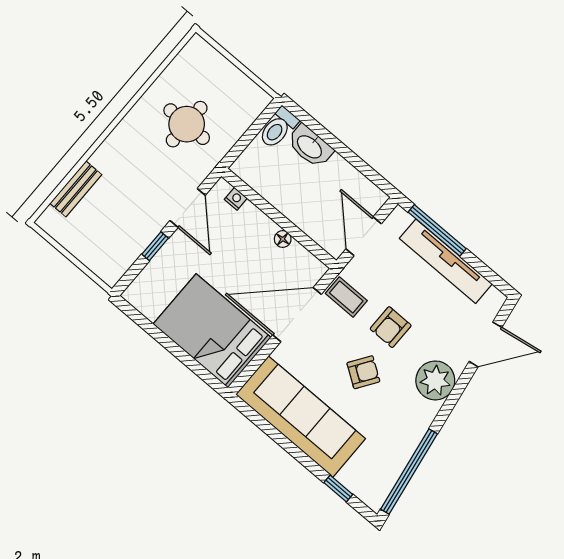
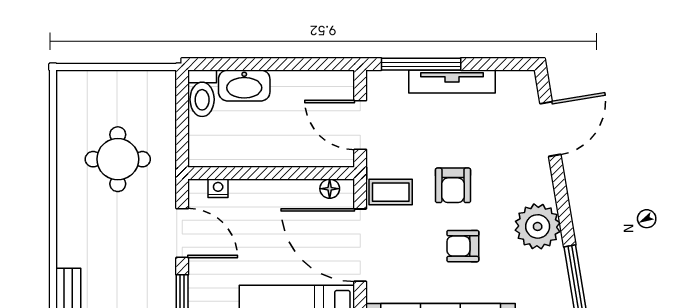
floor lamp: (283, 239) -> (330, 189), moved
tv unit: (446, 261) -> (452, 82), width x0.73, depth x0.78
door: (297, 315) -> (360, 245), hinge flipped
armchair: (363, 372) -> (463, 246), turned -124
plant: (435, 380) -> (538, 226), moved

